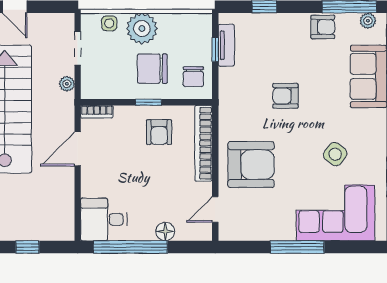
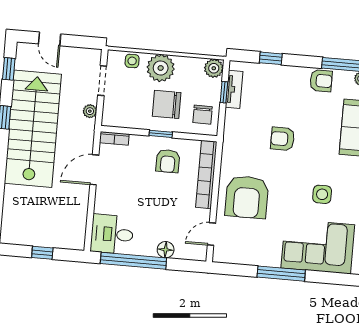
plant: (201, 24) -> (214, 68), added
side table: (335, 154) -> (322, 194), turned -37
armchair: (251, 165) -> (247, 197), turned 90

